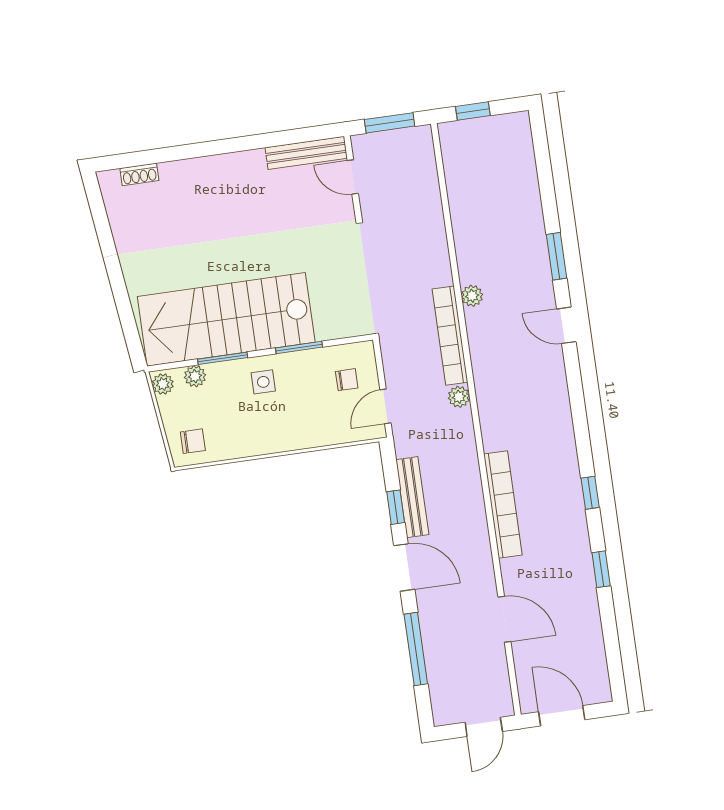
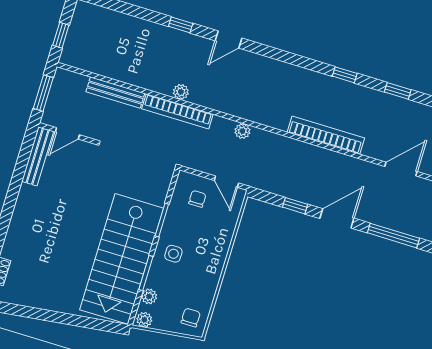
window: (556, 256) -> (181, 25), width x0.67
bookcase: (450, 336) -> (177, 111), moved
bench: (412, 497) -> (115, 93), moved

